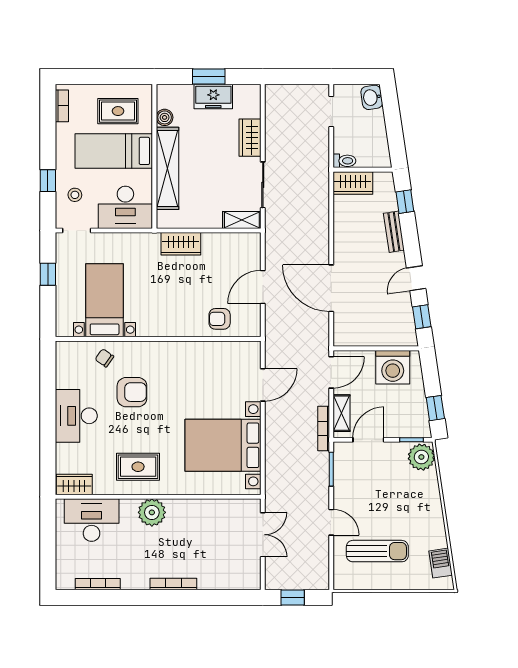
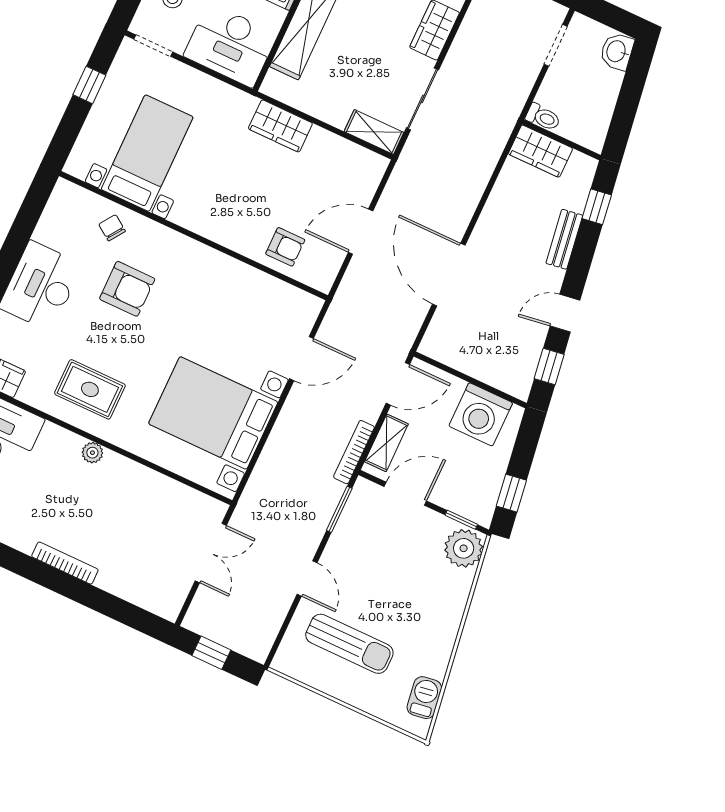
armchair: (220, 319) -> (285, 247), turned 180
plant: (152, 512) -> (92, 453), width x0.53, depth x0.53

